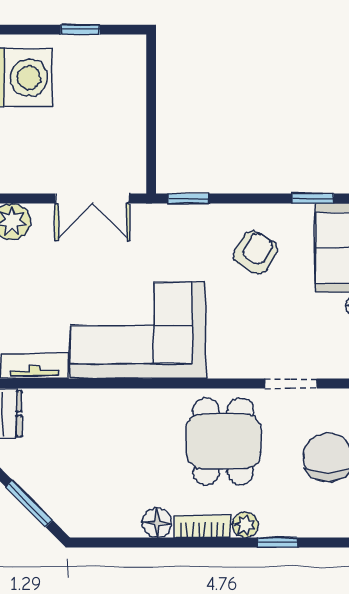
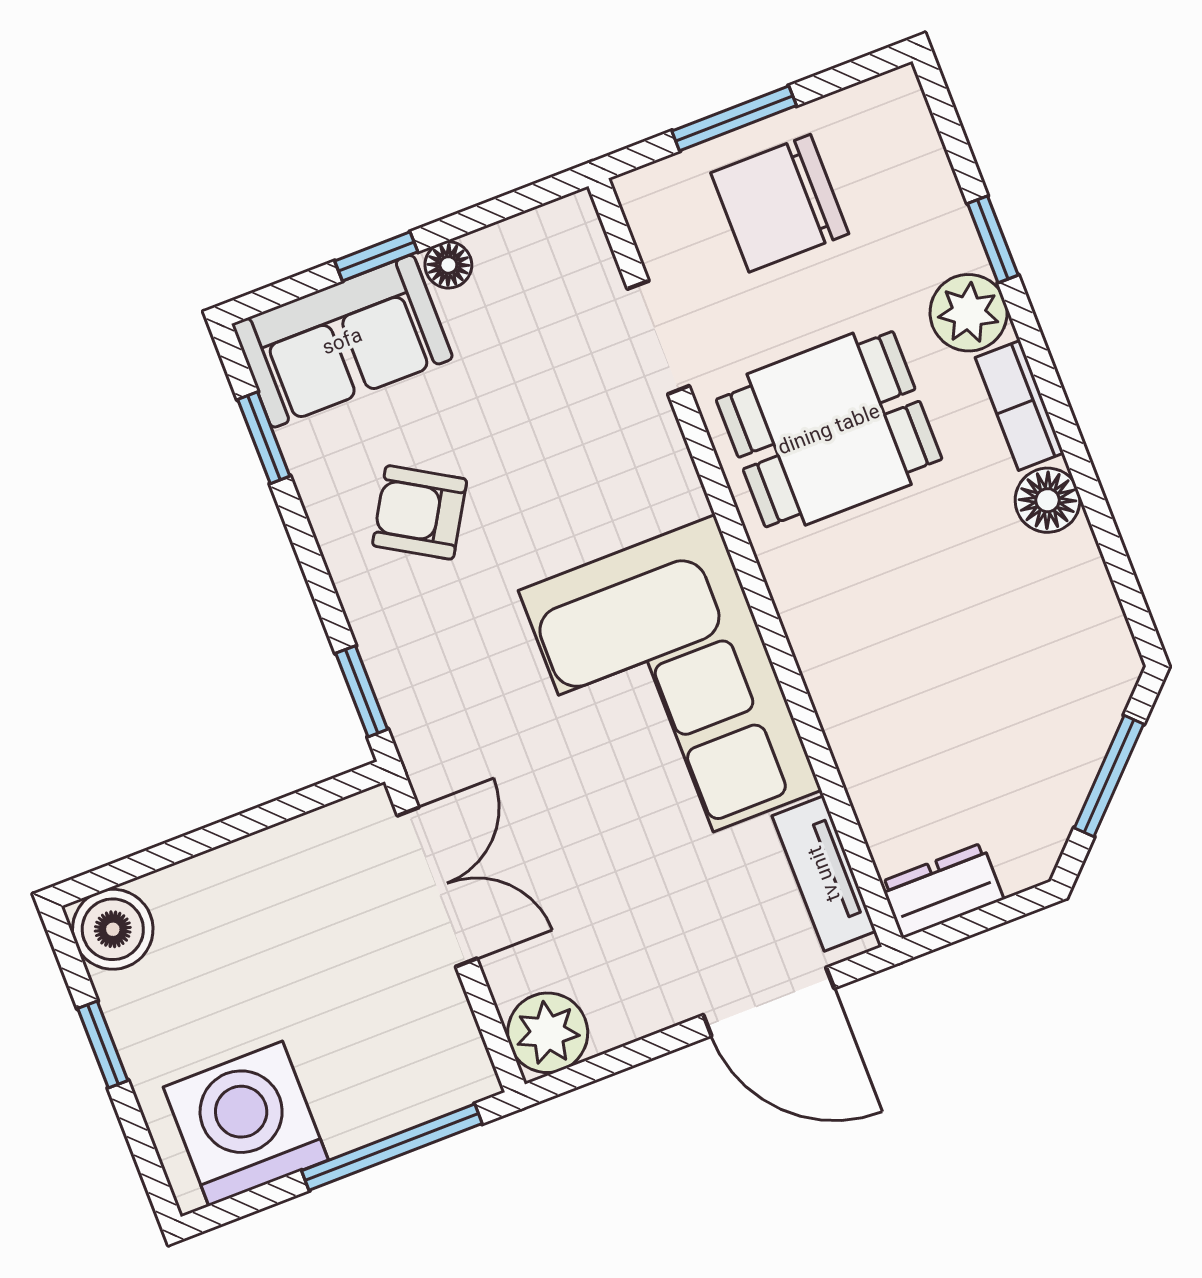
boiler: (128, 53) -> (113, 929), added
plant: (245, 525) -> (969, 313), width x1.38, depth x1.38

